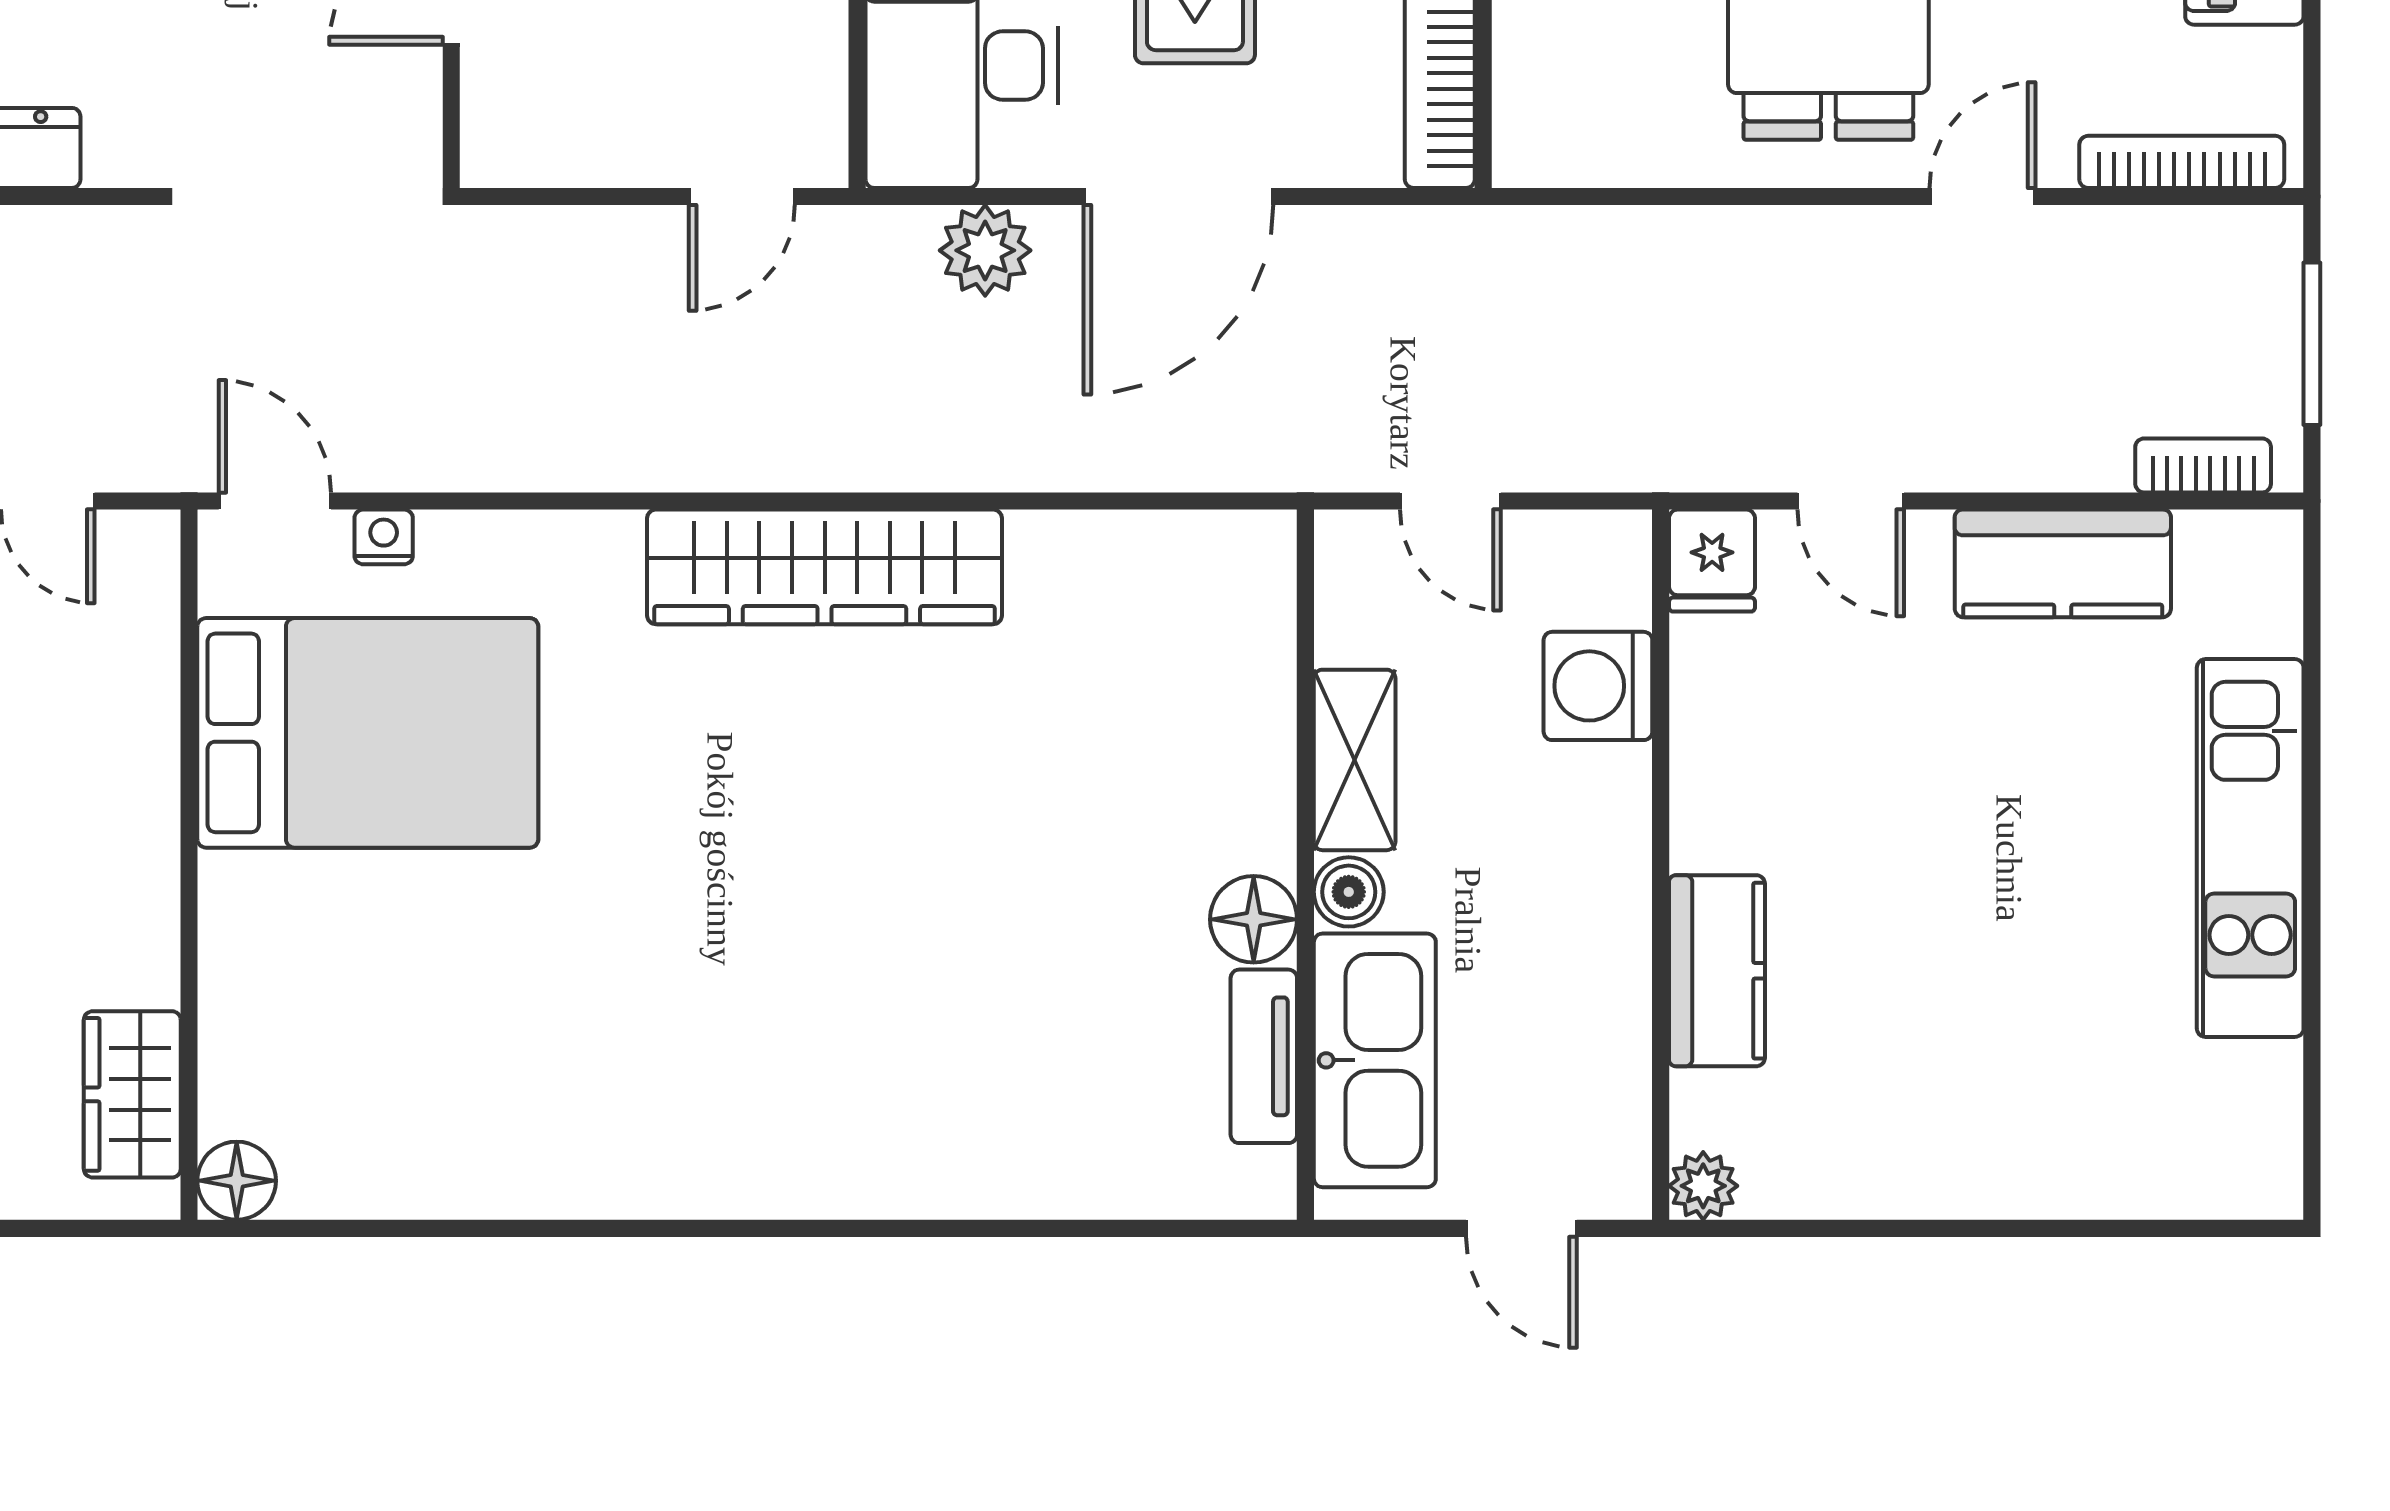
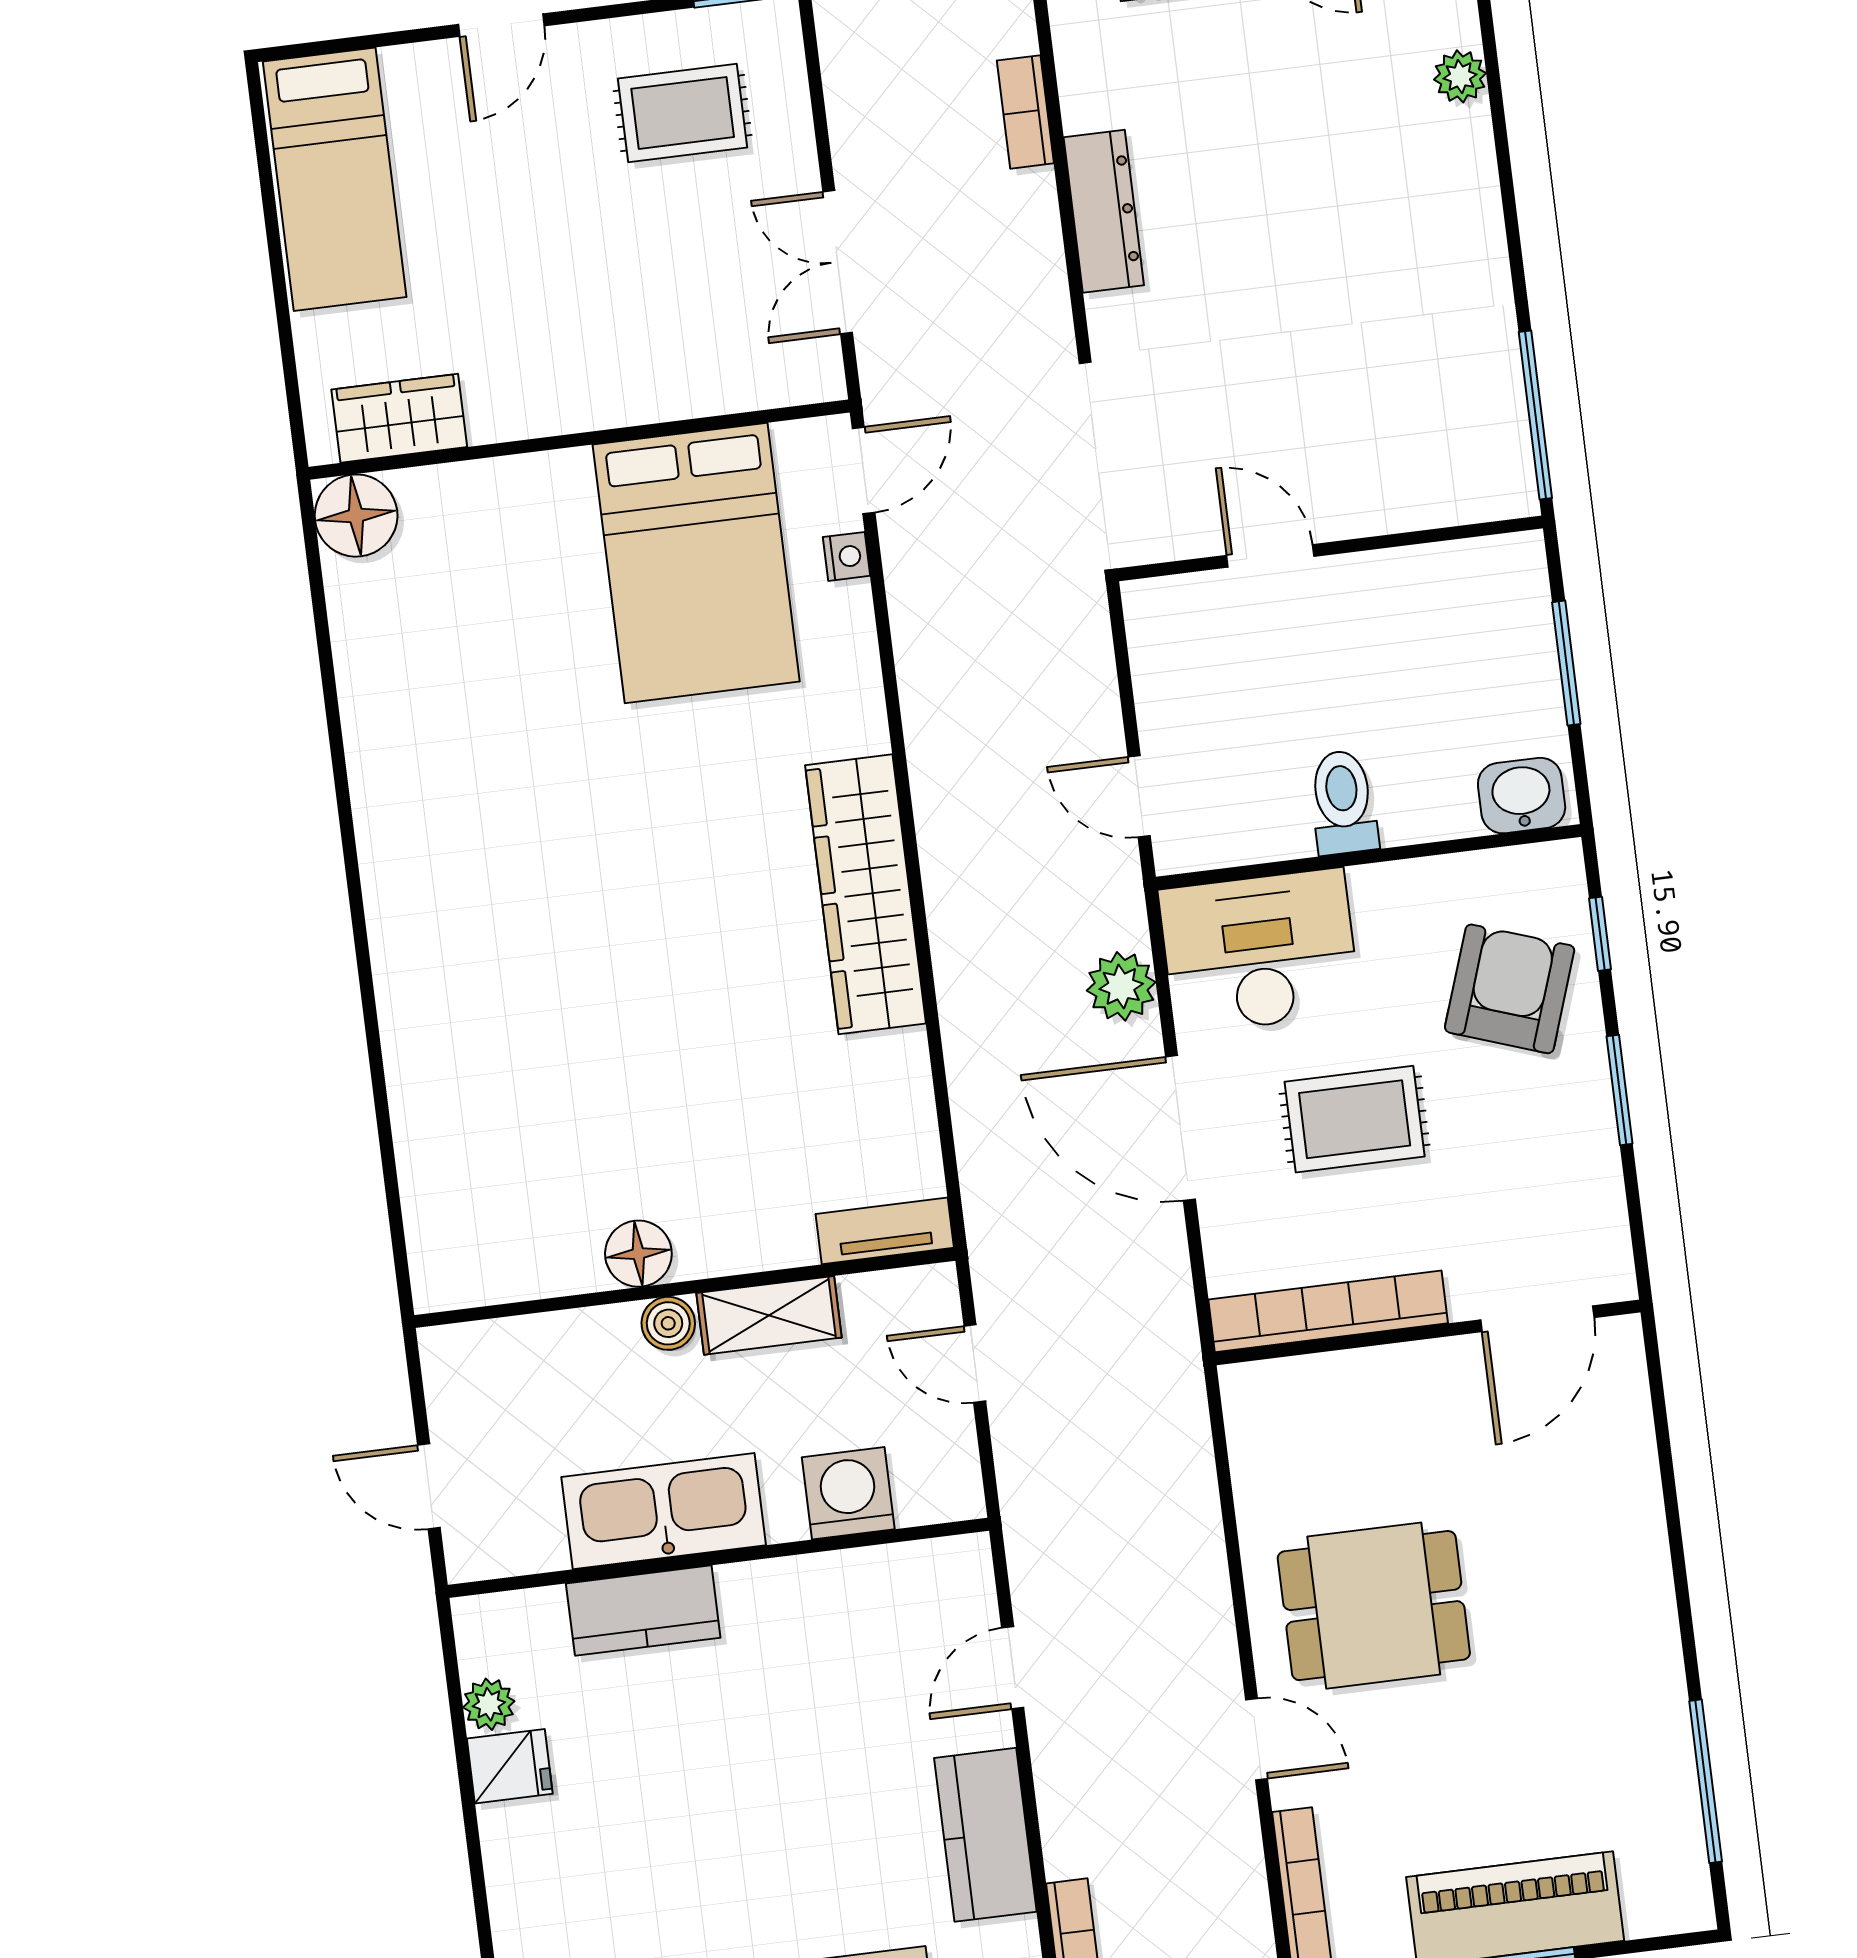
door: (1450, 501) -> (975, 1364), hinge flipped
fridge: (1712, 561) -> (510, 1766), moved, turned 180
tv unit: (1264, 1056) -> (885, 1231), moved
kitchen sink: (1375, 1060) -> (664, 1511), moved, turned 180
floor lamp: (237, 1181) -> (356, 516), width x1.38, depth x1.38
plant: (1703, 1186) -> (489, 1704), moved
door: (1521, 1228) -> (429, 1486), hinge flipped

